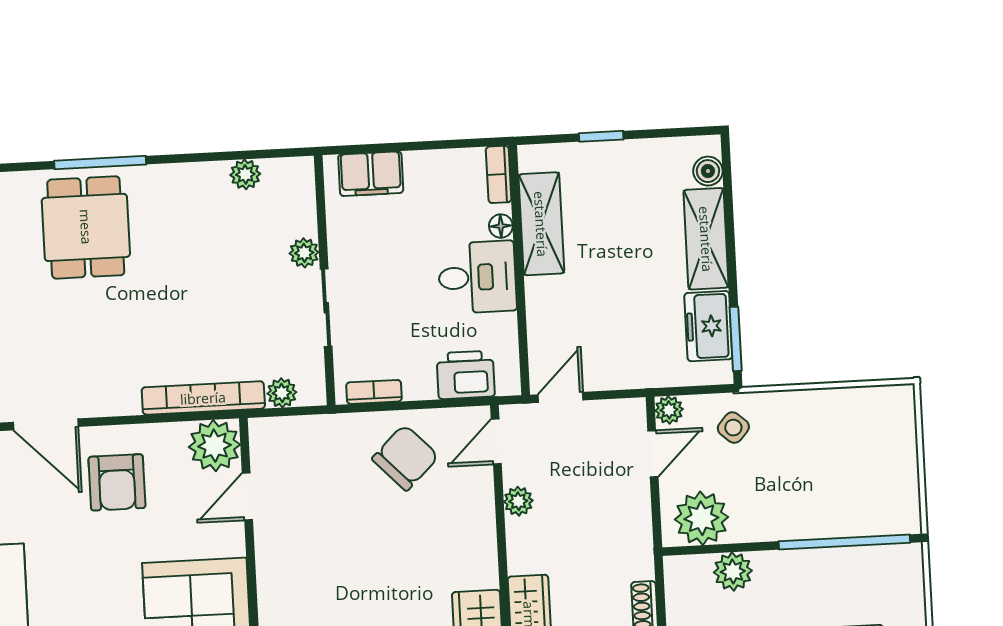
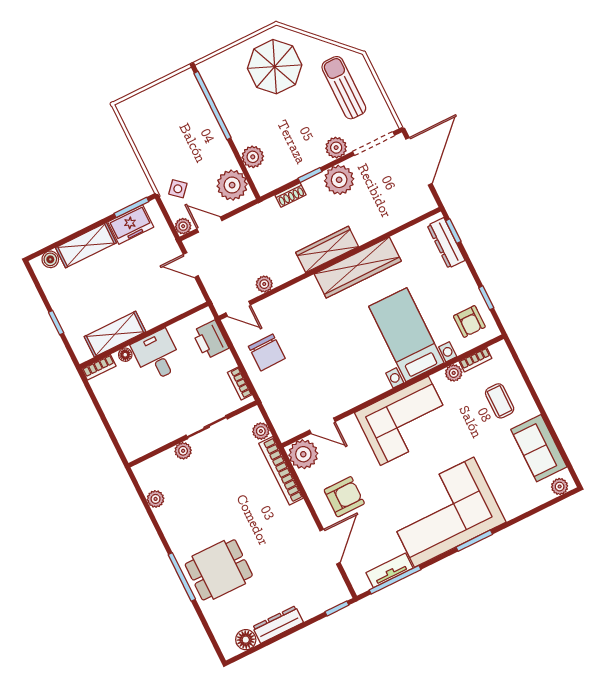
filing cabinet: (371, 174) -> (127, 434), removed
door: (561, 397) -> (191, 265), moved
chair: (405, 458) -> (267, 352), turned -137

